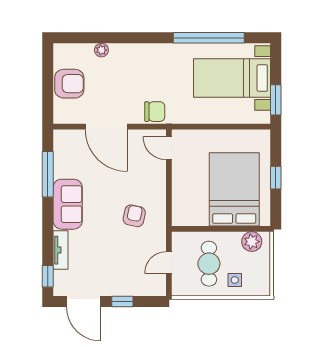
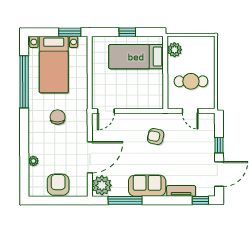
chair: (155, 112) -> (58, 117), moved
plant: (68, 143) -> (102, 185), added
bed: (234, 189) -> (136, 57), width x0.67
side table: (235, 280) -> (203, 62), removed

